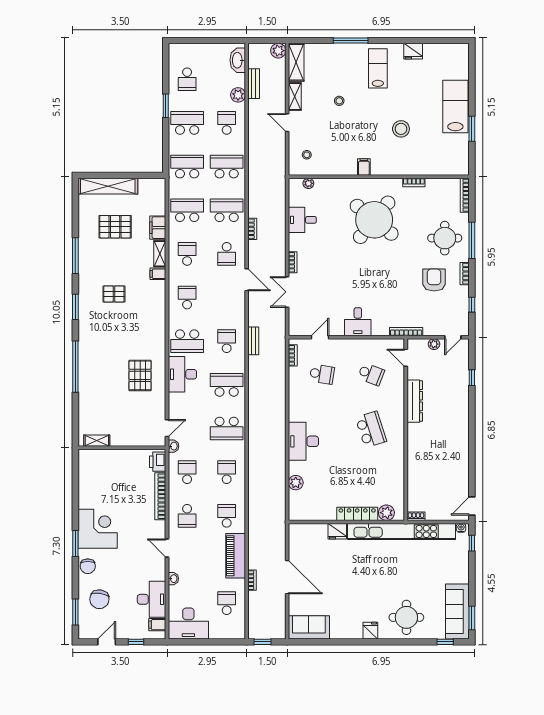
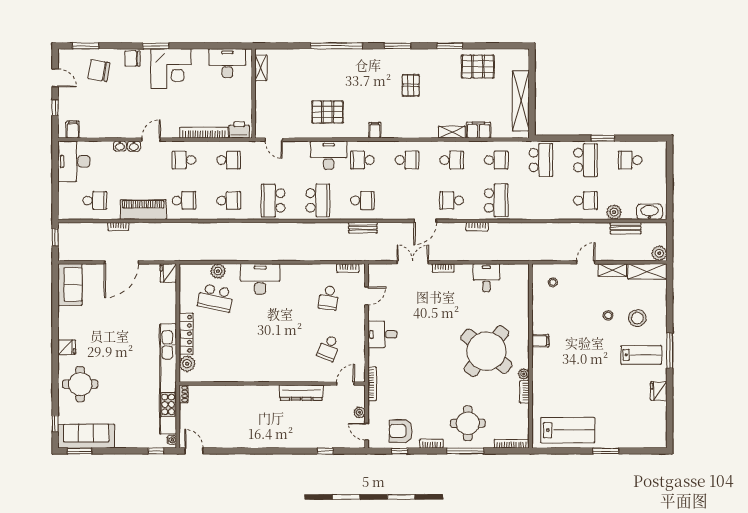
window: (351, 40) -> (670, 351), moved
lab bench: (455, 107) -> (568, 430), moved
stool: (401, 129) -> (637, 318), moved
window: (472, 129) -> (606, 451), moved
school desk: (227, 167) -> (541, 200), removed
plant: (308, 183) -> (524, 374), moved
shelving: (108, 186) -> (521, 101), moved
school desk: (187, 210) -> (496, 160), width x0.54
pallet: (115, 227) -> (478, 67), moved, turned 90
window: (75, 256) -> (450, 46), width x0.69
filing cabinet: (158, 274) -> (375, 130), moved
armchair: (434, 280) -> (401, 431), moved, turned 180
door: (320, 337) -> (367, 296), hinge flipped
school desk: (187, 341) -> (362, 160), width x0.54
school desk: (371, 430) -> (216, 298), moved, turned 30
washbasin: (174, 446) -> (134, 146), moved
fridge: (337, 531) -> (168, 273), moved
desk: (152, 599) -> (227, 63), moved, turned 180

